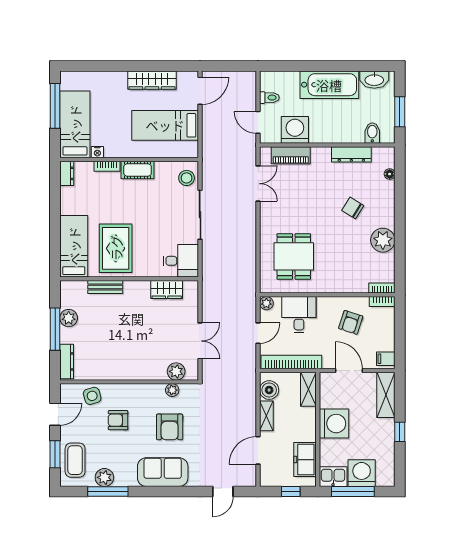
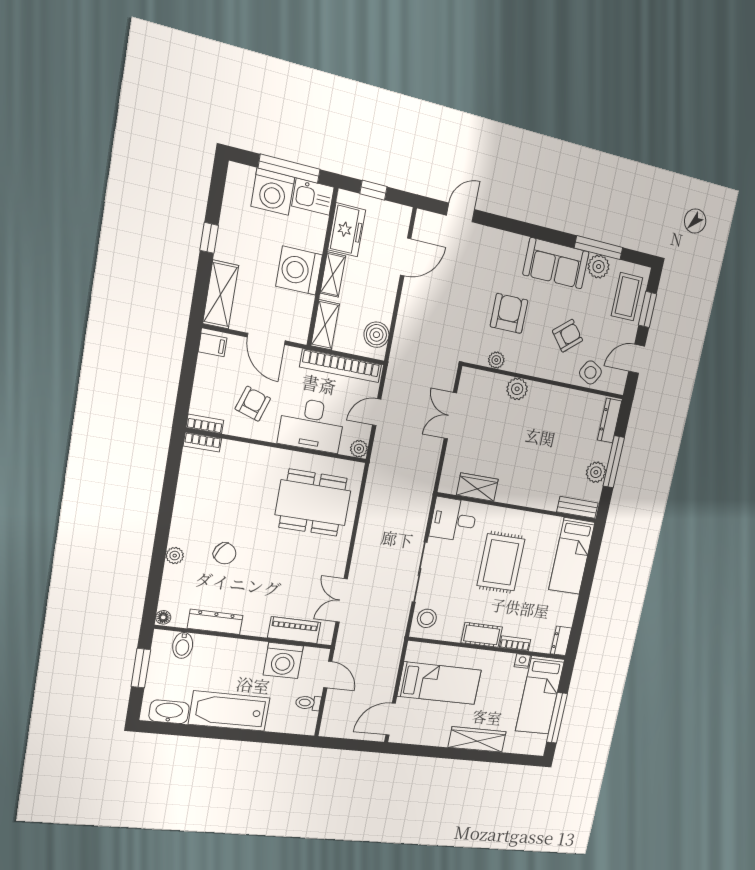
wardrobe: (152, 80) -> (477, 739), moved
floor lamp: (390, 174) -> (163, 617), moved
plant: (383, 240) -> (175, 556), moved, width x0.53, depth x0.53
rug: (116, 248) -> (501, 562), moved
dining table: (294, 256) -> (313, 503), width x1.37
bench: (105, 287) -> (577, 507), moved
desk: (299, 315) -> (312, 425), width x1.37
plant: (176, 371) -> (517, 389), moved
side table: (92, 396) -> (590, 372), turned 45
shelving: (266, 416) -> (333, 275), moved
armchair: (118, 420) -> (568, 336), turned -40
sofa: (163, 472) -> (556, 263), moved

